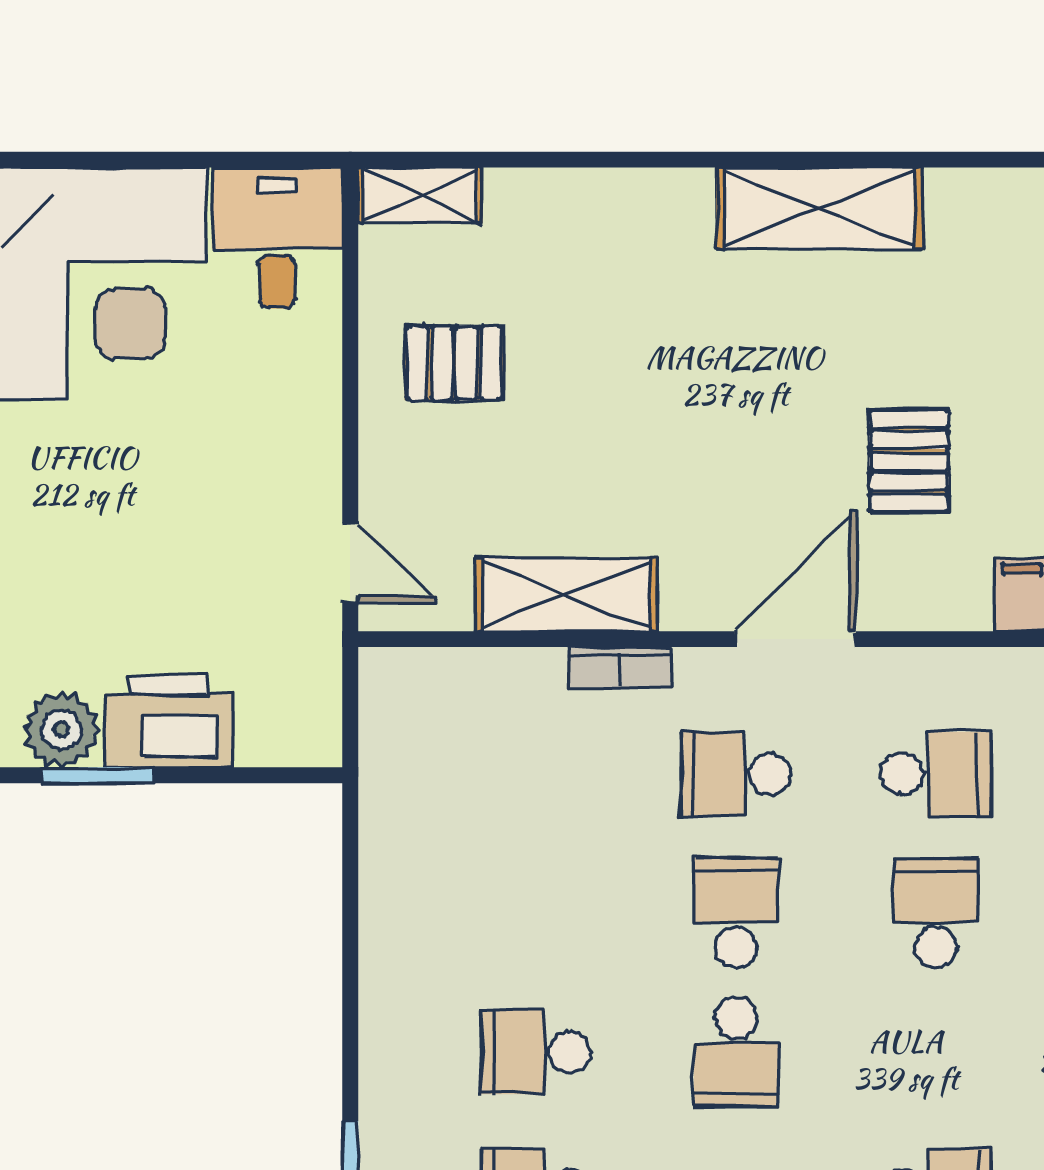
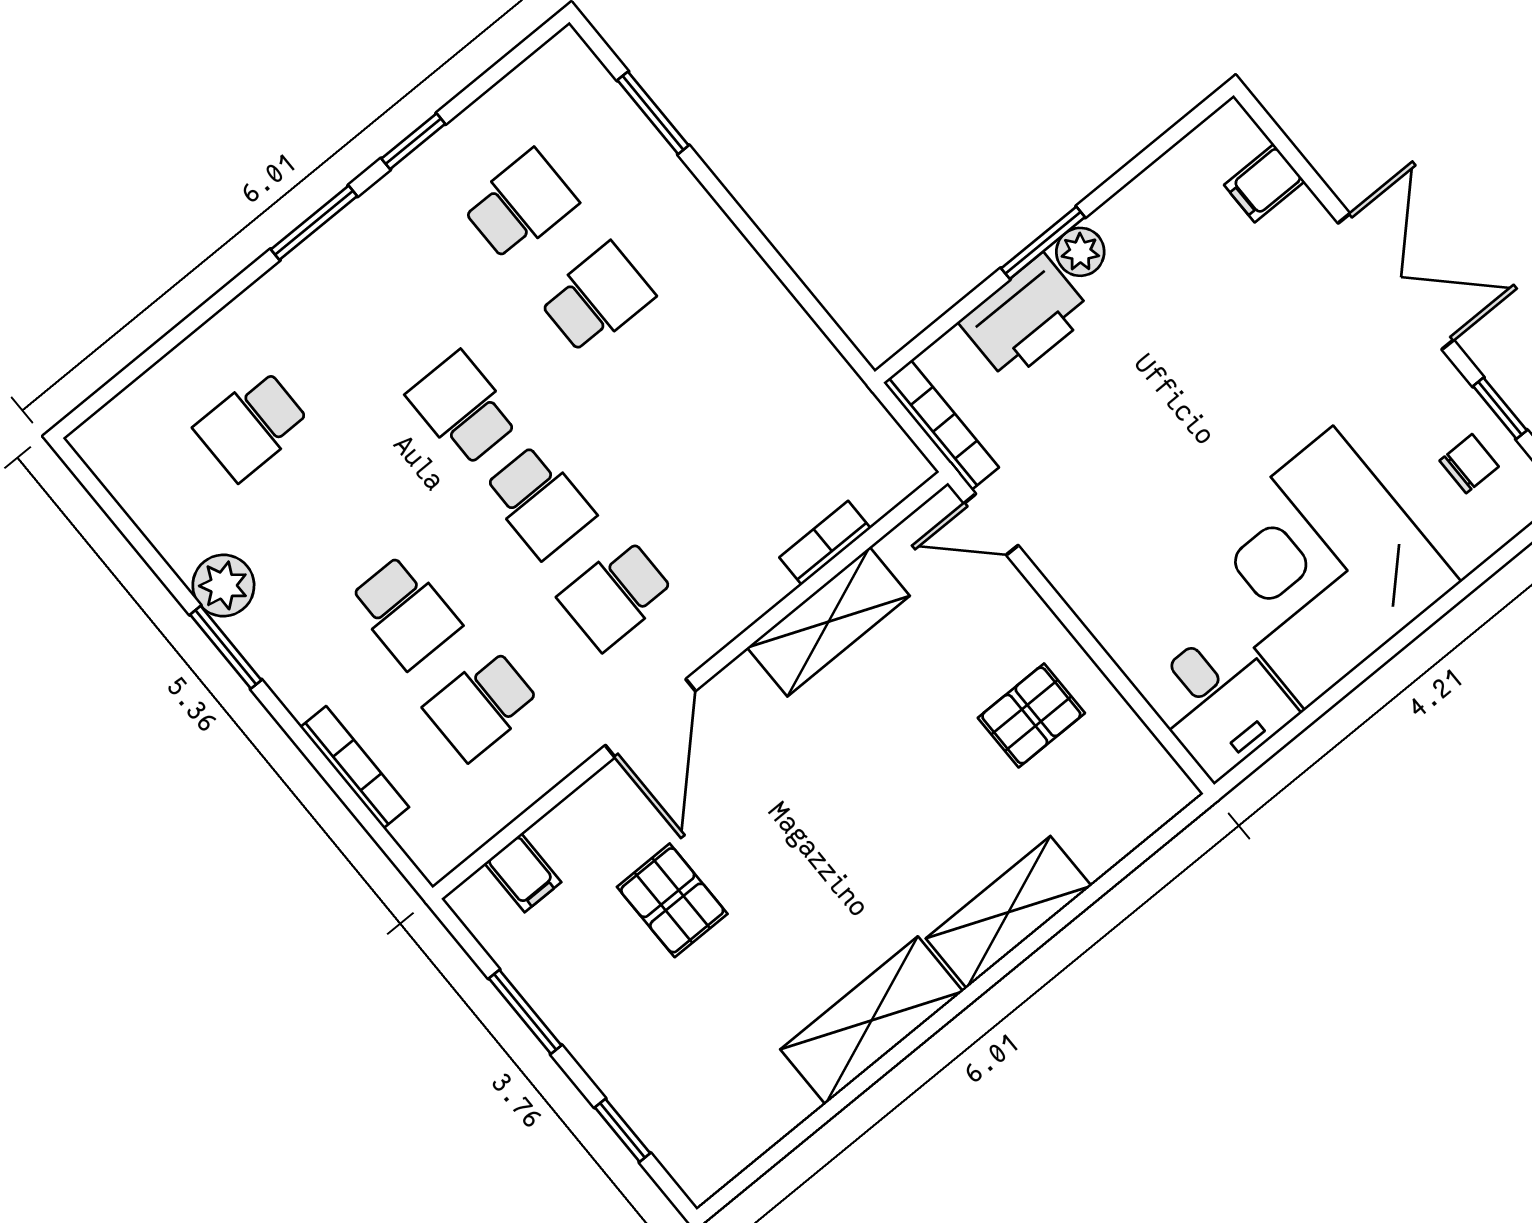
shelving: (420, 195) -> (1009, 912), moved, width x1.50, depth x1.33
bookcase: (620, 667) -> (825, 543), moved
bookcase: (322, 687) -> (941, 425), added
plant: (61, 730) -> (1080, 252), width x0.73, depth x0.73
school desk: (736, 774) -> (616, 595), turned 180

